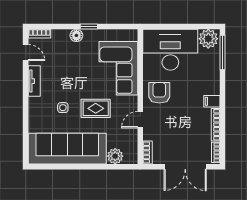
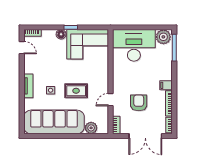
corner sofa: (118, 68) -> (88, 44), moved, turned -90
tv unit: (34, 81) -> (28, 86), moved
armchair: (159, 93) -> (139, 103), moved

